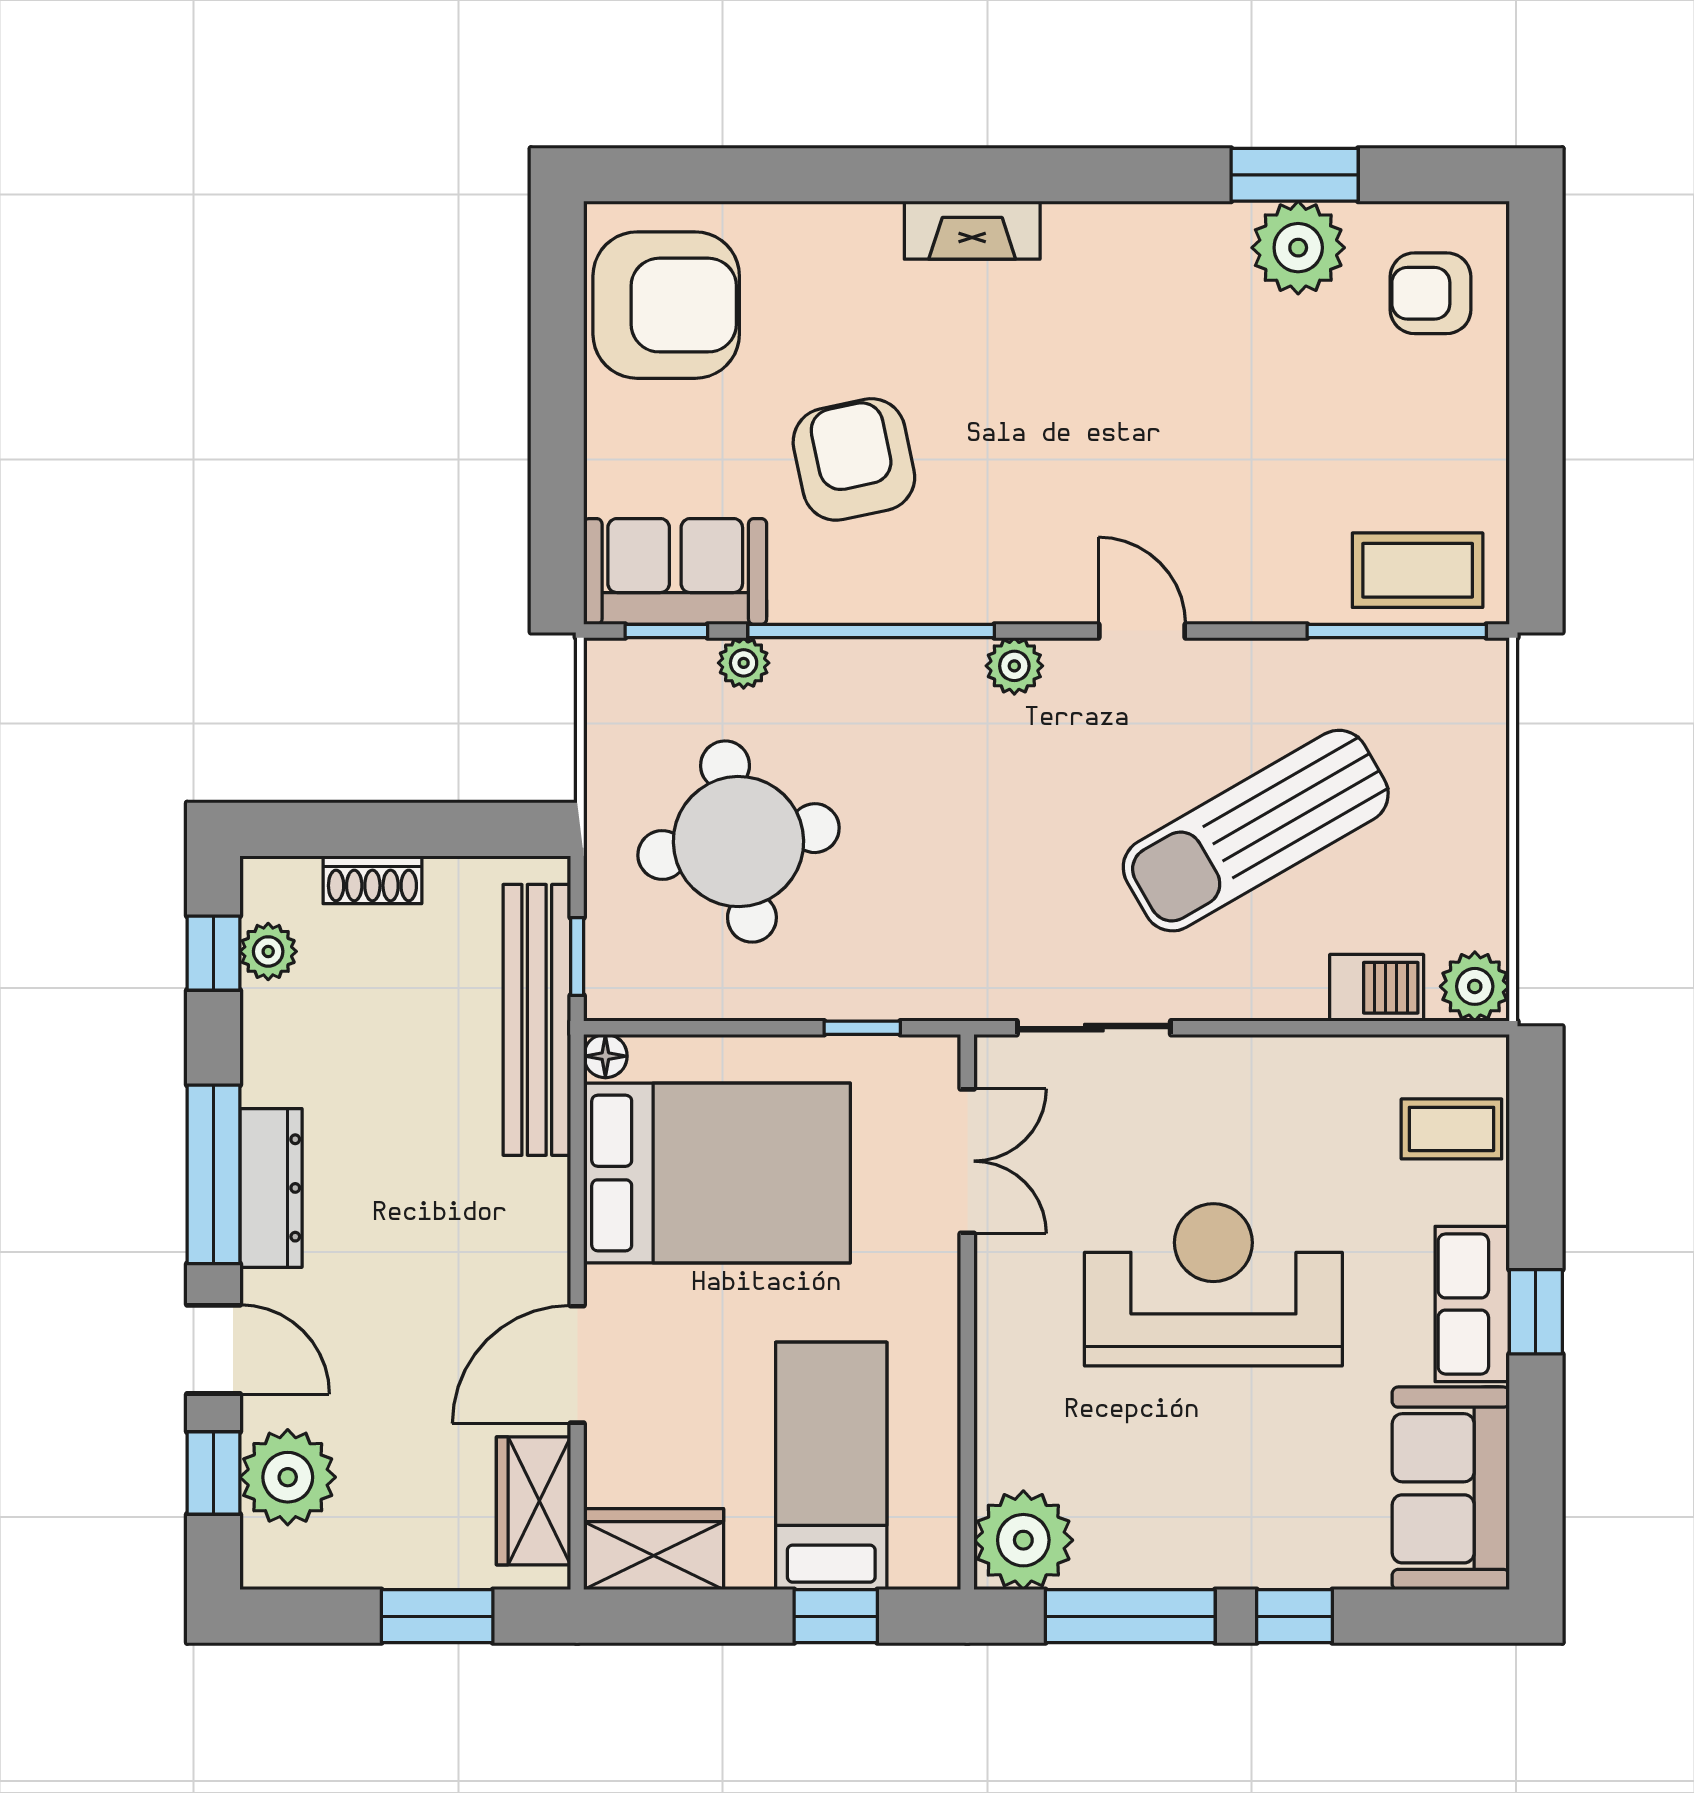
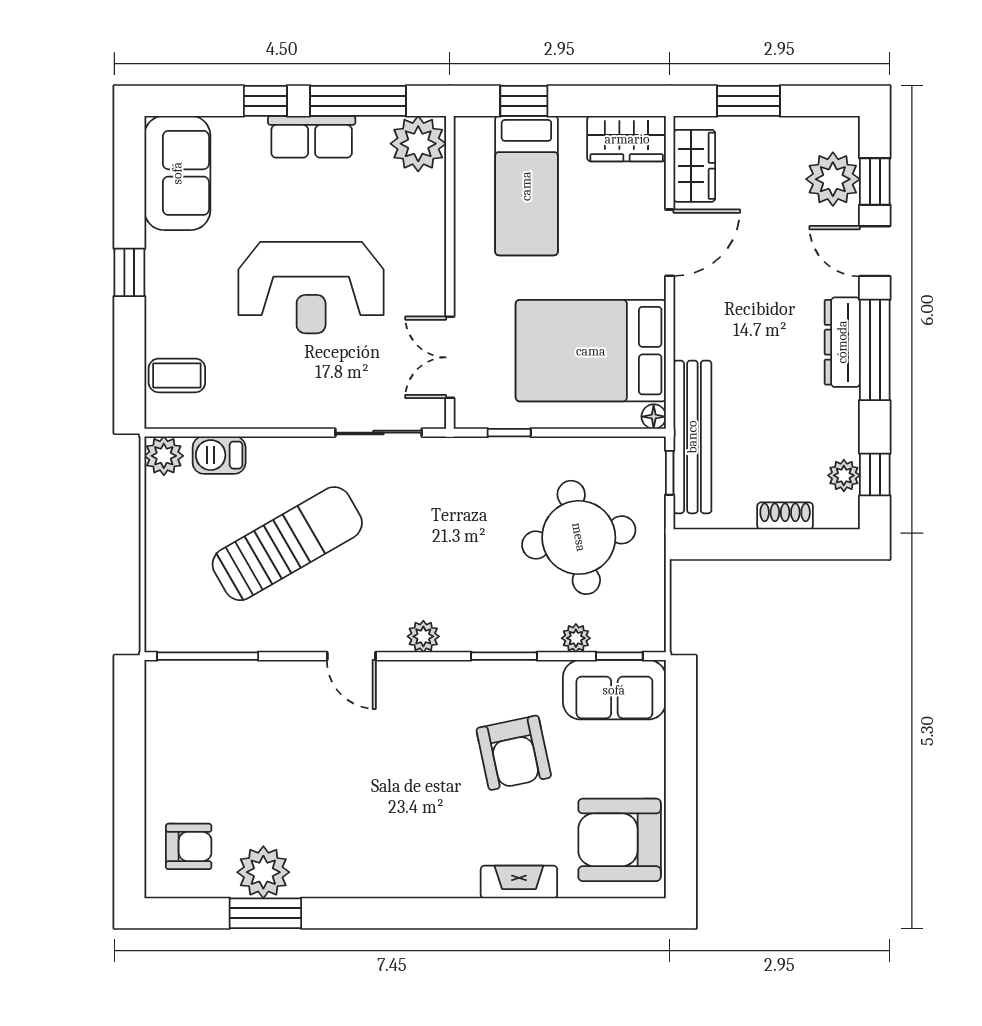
fireplace: (972, 230) -> (519, 882), moved
coffee table: (1418, 570) -> (196, 690), removed
window: (871, 631) -> (504, 656), width x0.47
row of seats: (1472, 1304) -> (312, 137), moved, turned 90

